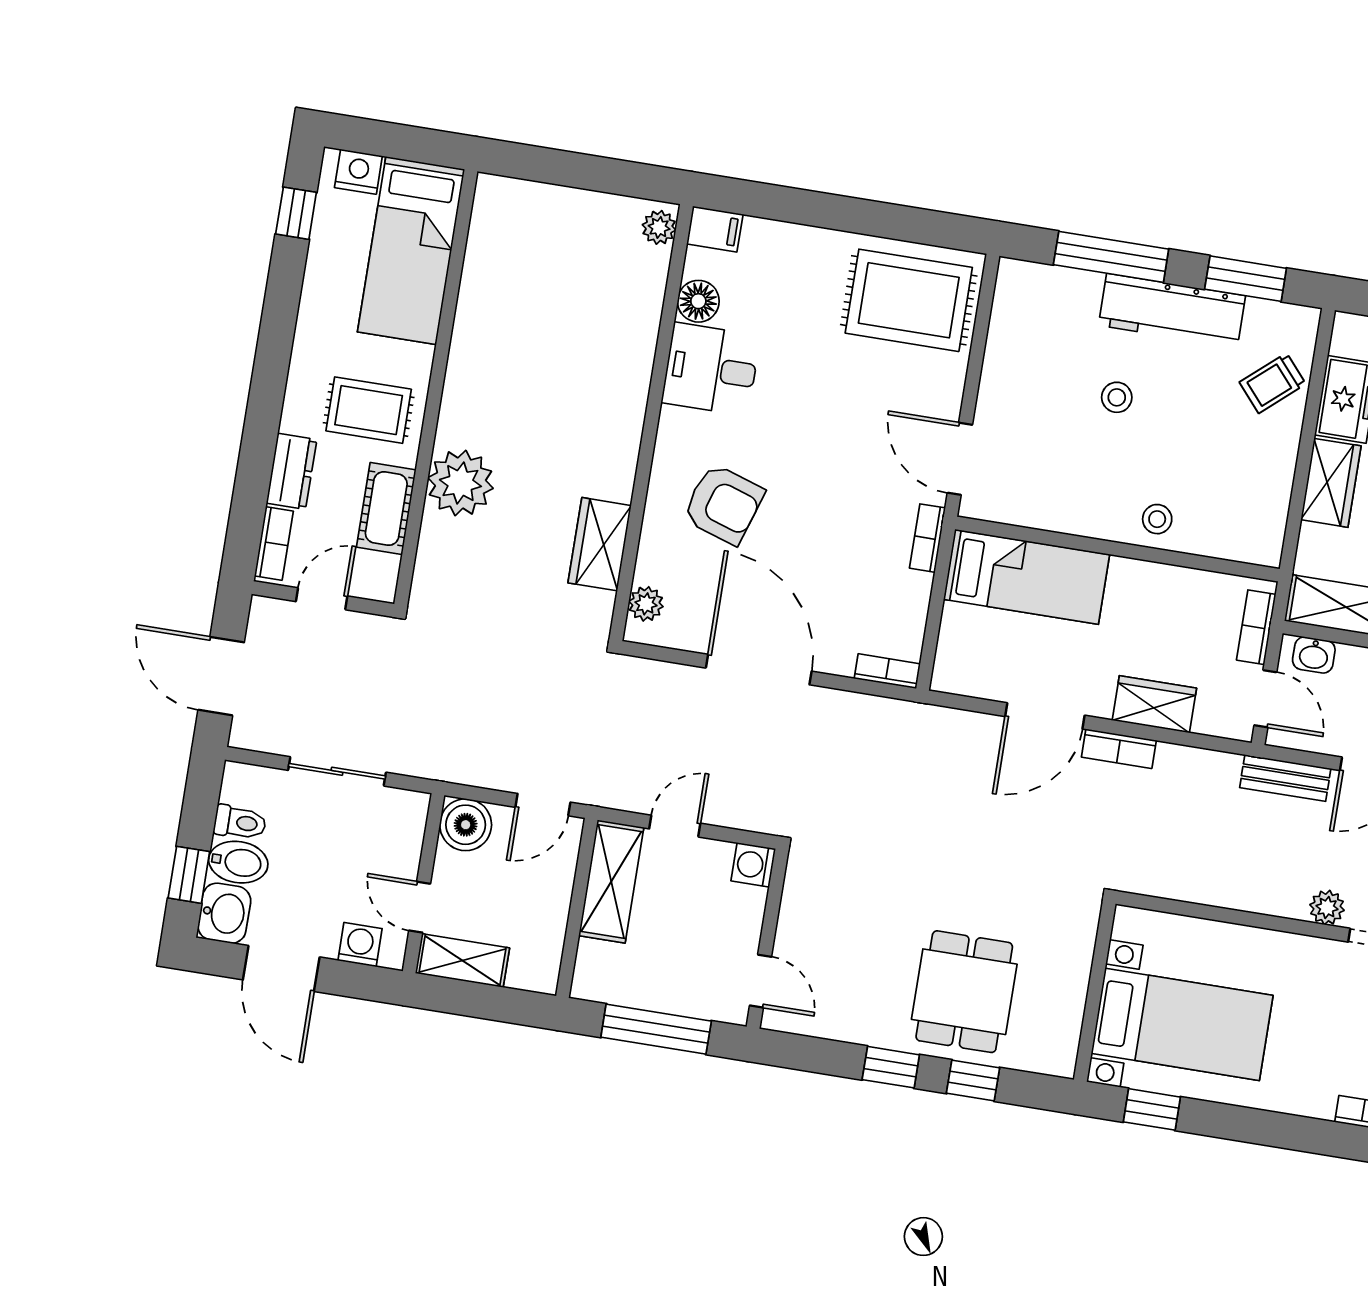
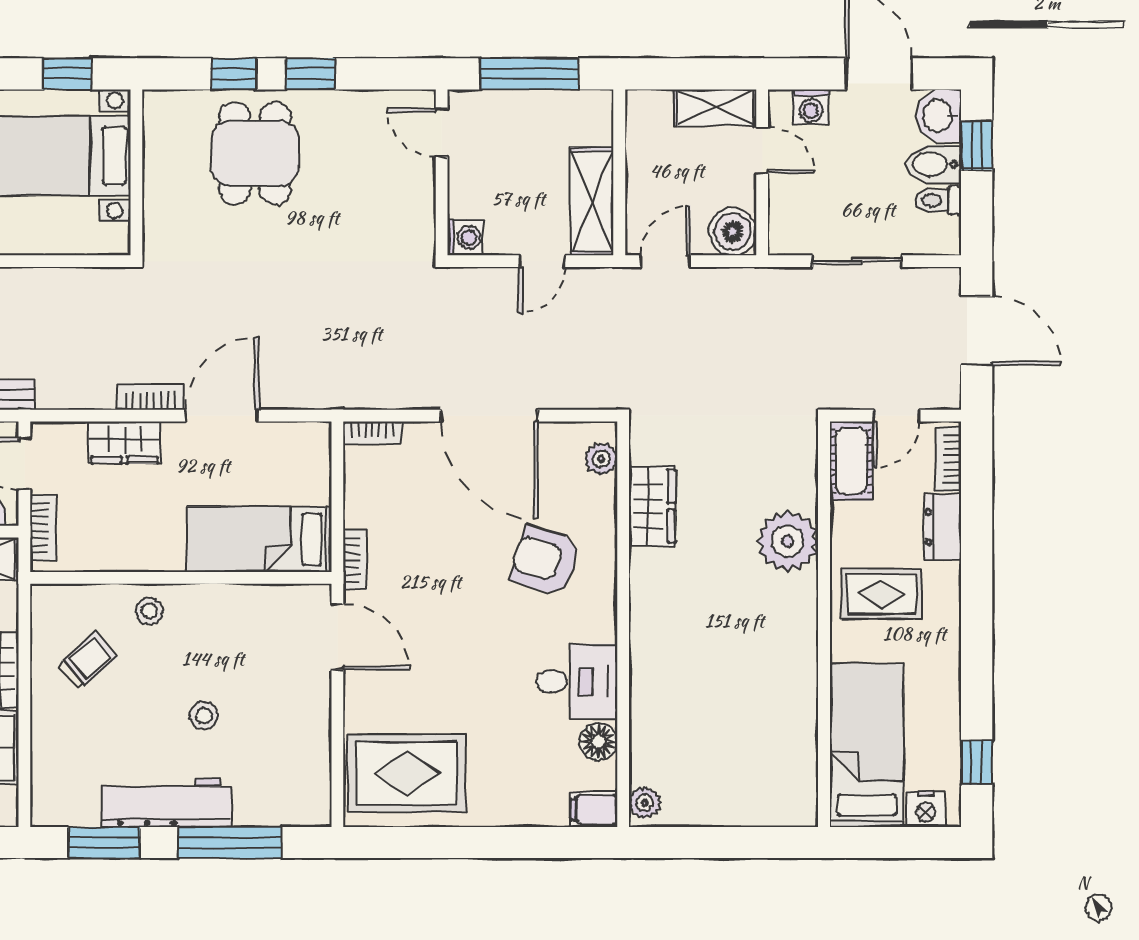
trolley: (1273, 383) -> (88, 660), moved
cot: (386, 509) -> (851, 461), moved

